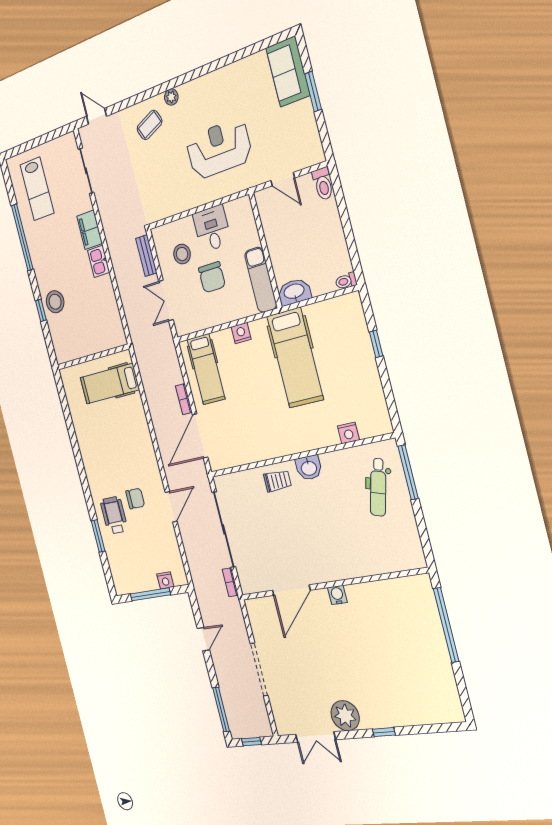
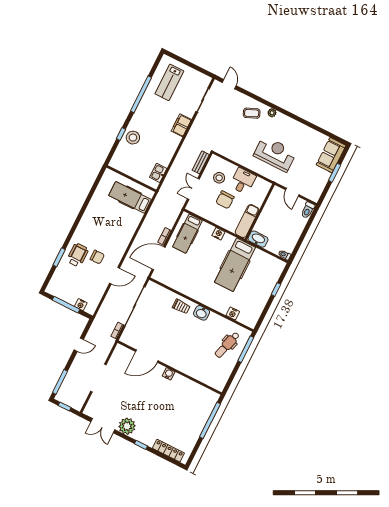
kitchen sink: (99, 261) -> (158, 173), moved
locker: (426, 715) -> (168, 451), added

